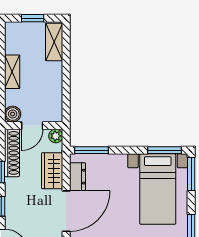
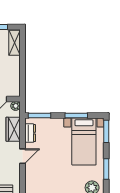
window: (165, 150) -> (76, 115), moved
door: (66, 211) -> (23, 156), width x0.53

